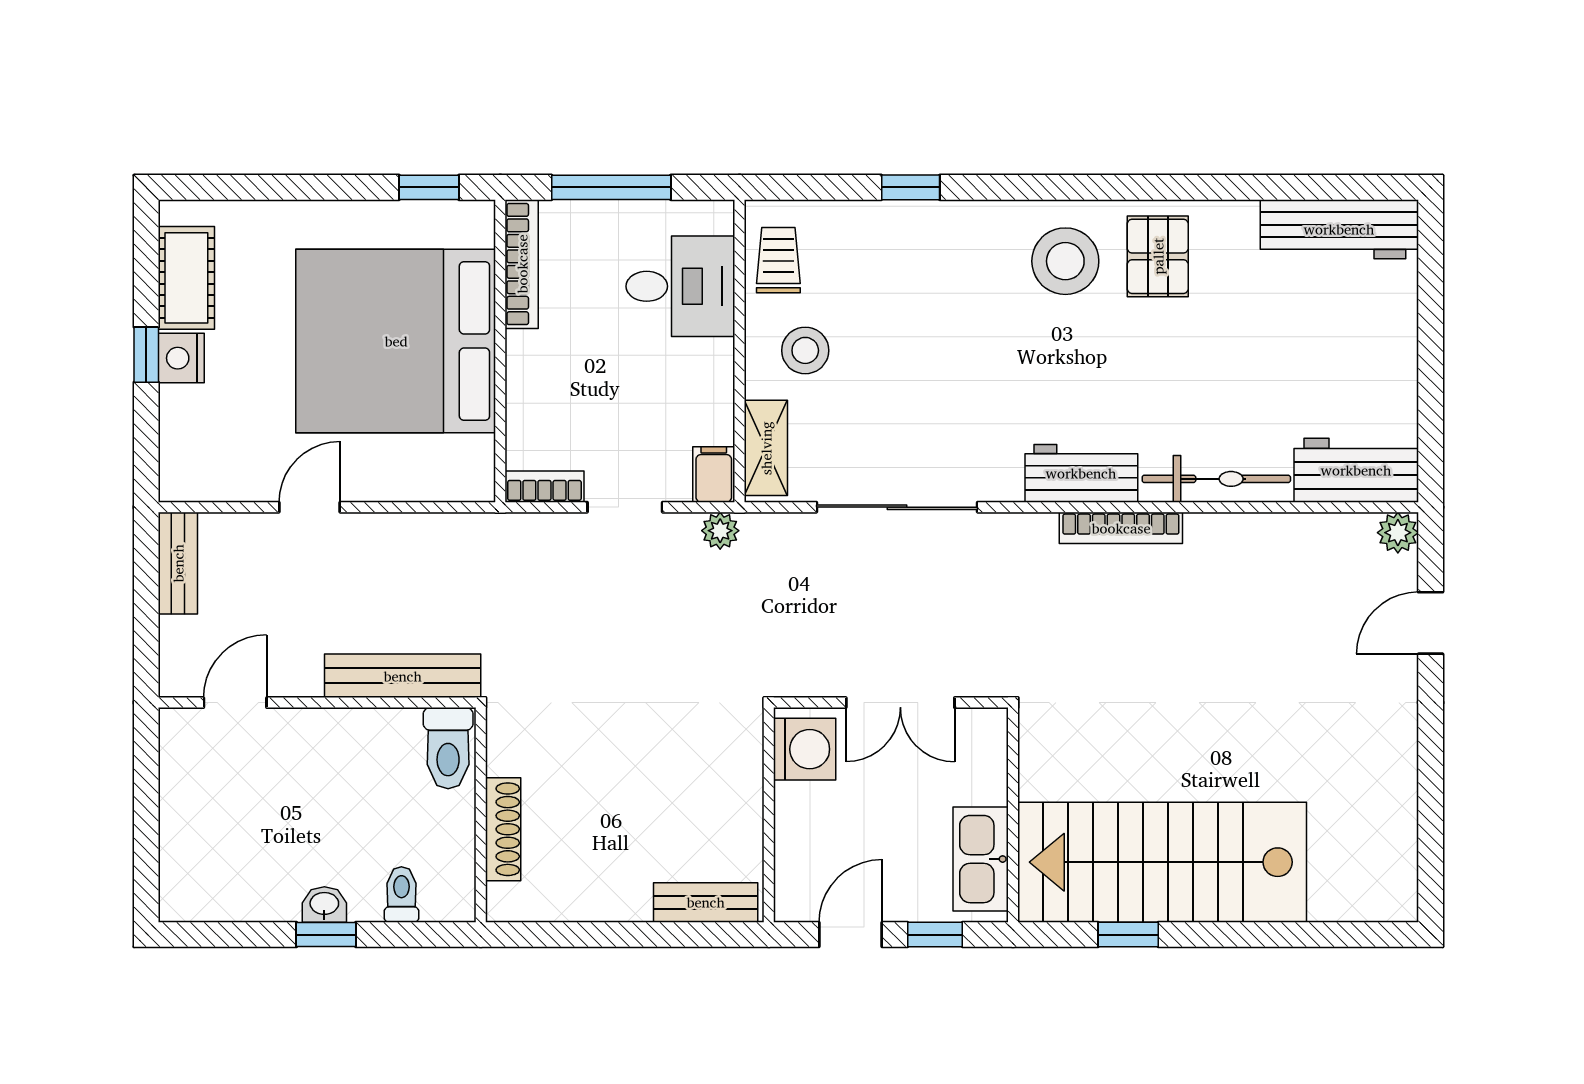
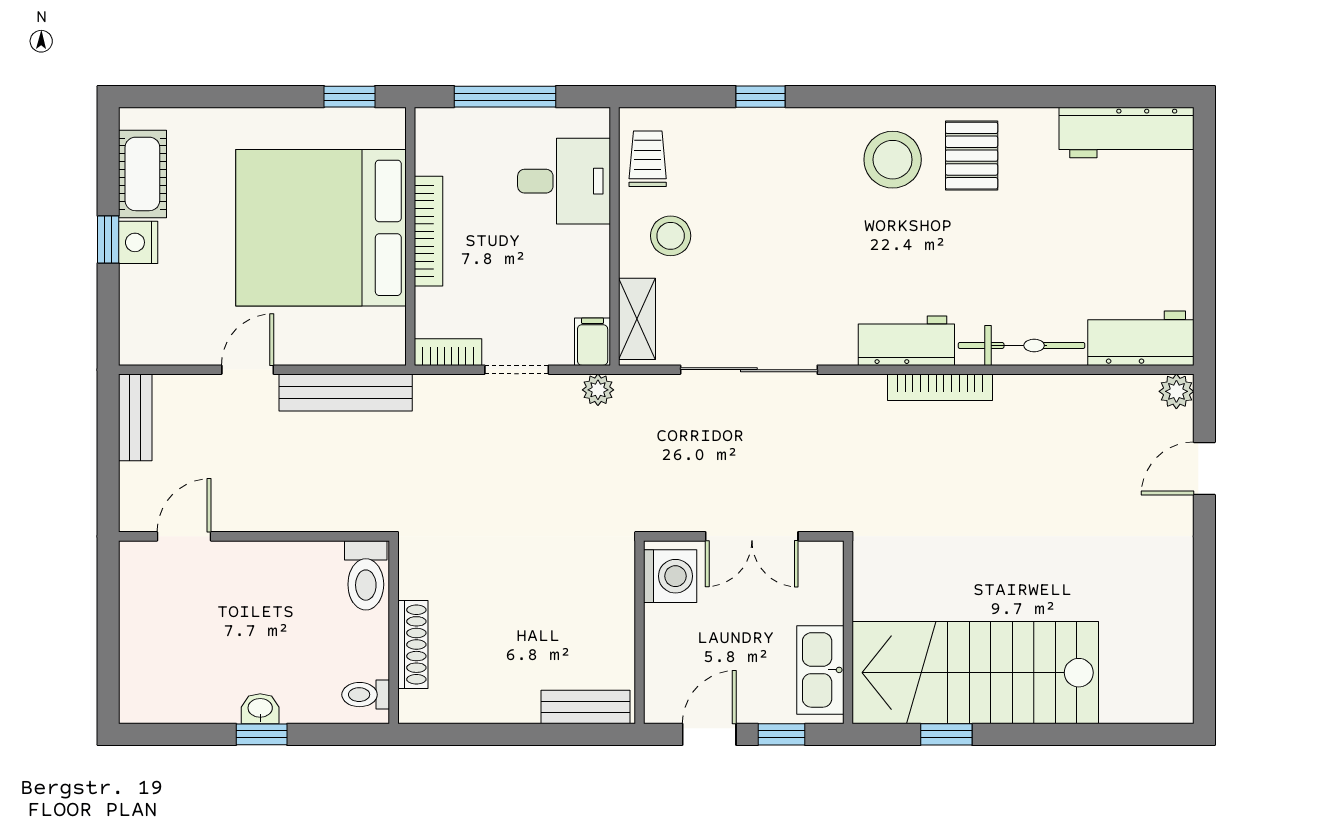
bookcase: (522, 264) -> (429, 231), moved
bench: (403, 676) -> (346, 392), moved
toilet: (401, 894) -> (366, 695), moved, turned -90

